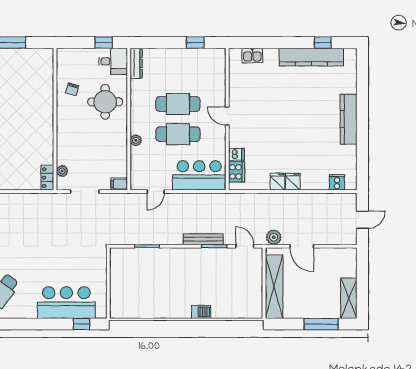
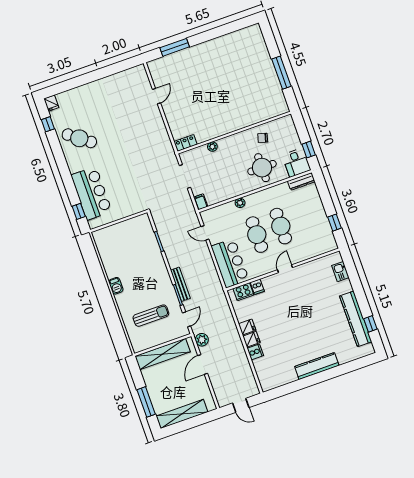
plant: (62, 171) -> (212, 147), moved
cooker: (337, 182) -> (255, 352), moved
sun lounger: (227, 285) -> (151, 316), added
shelving: (349, 298) -> (182, 414), width x1.47
barbecue: (201, 312) -> (116, 286), moved

